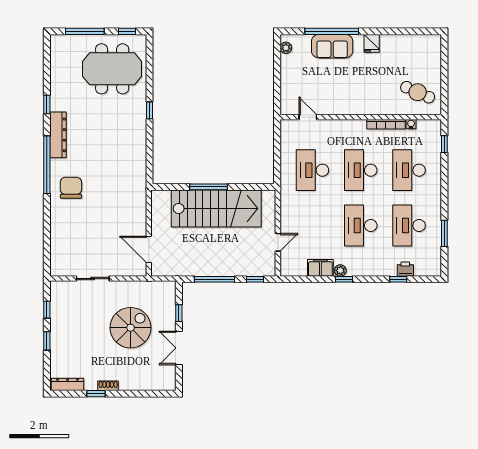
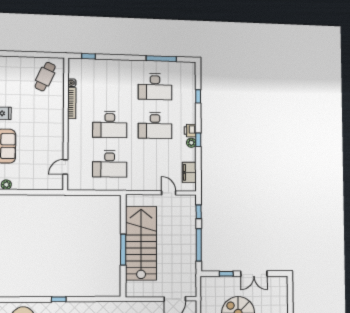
desk: (409, 170) -> (110, 85), removed
window: (444, 233) -> (161, 59), width x1.44
filing cabinet: (320, 268) -> (189, 172), moved
printer: (405, 269) -> (190, 131), moved

